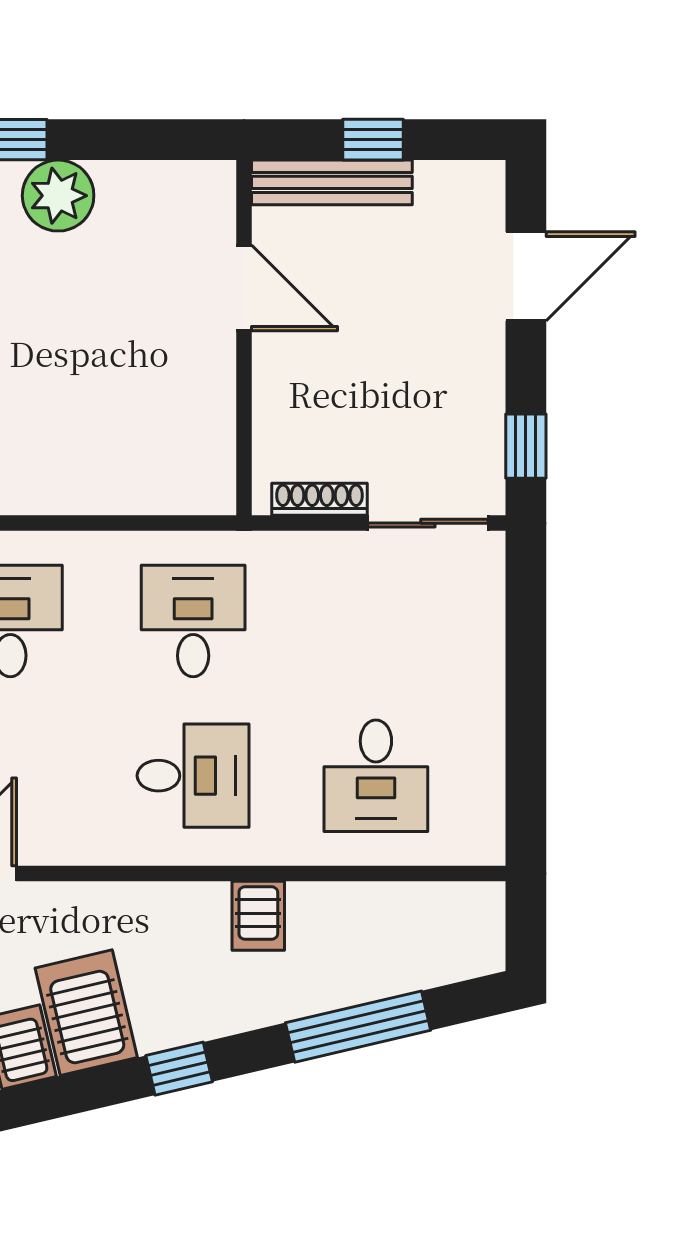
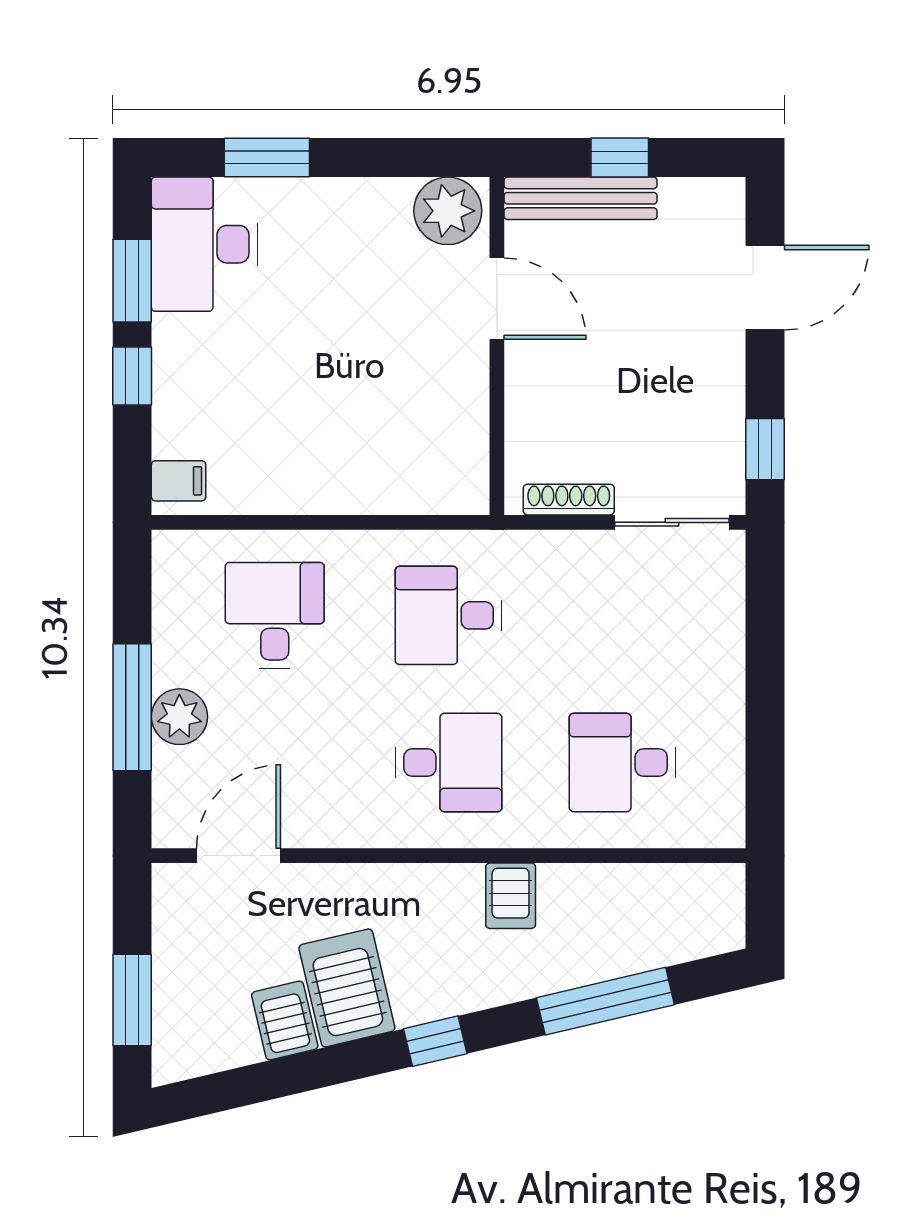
plant: (58, 196) -> (448, 211), moved
desk: (193, 621) -> (449, 615), turned -90
desk: (376, 776) -> (622, 762), turned 90

